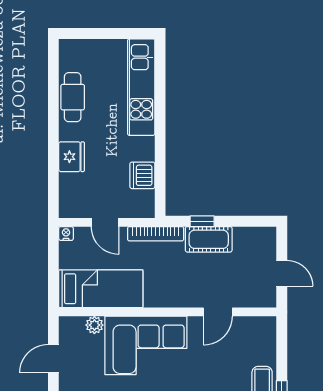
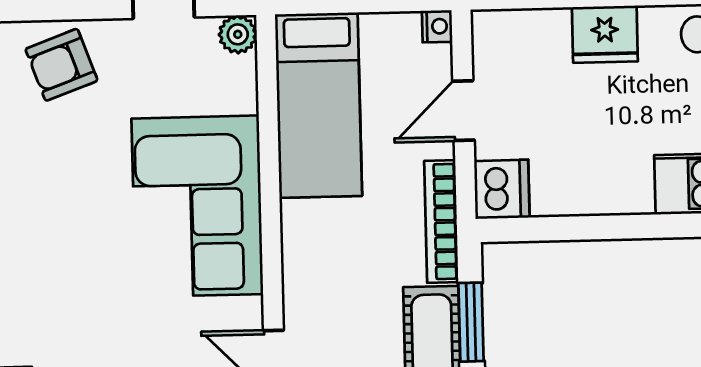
dishwasher: (142, 175) -> (502, 189), moved, turned 90
window: (202, 221) -> (471, 322), width x1.50
plant: (94, 325) -> (238, 34), moved

